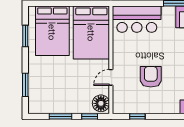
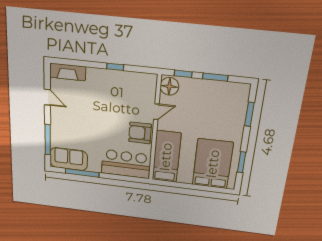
bed: (91, 32) -> (166, 157), width x0.67
armchair: (151, 77) -> (140, 133), moved, turned 90
window: (137, 116) -> (115, 67), moved

